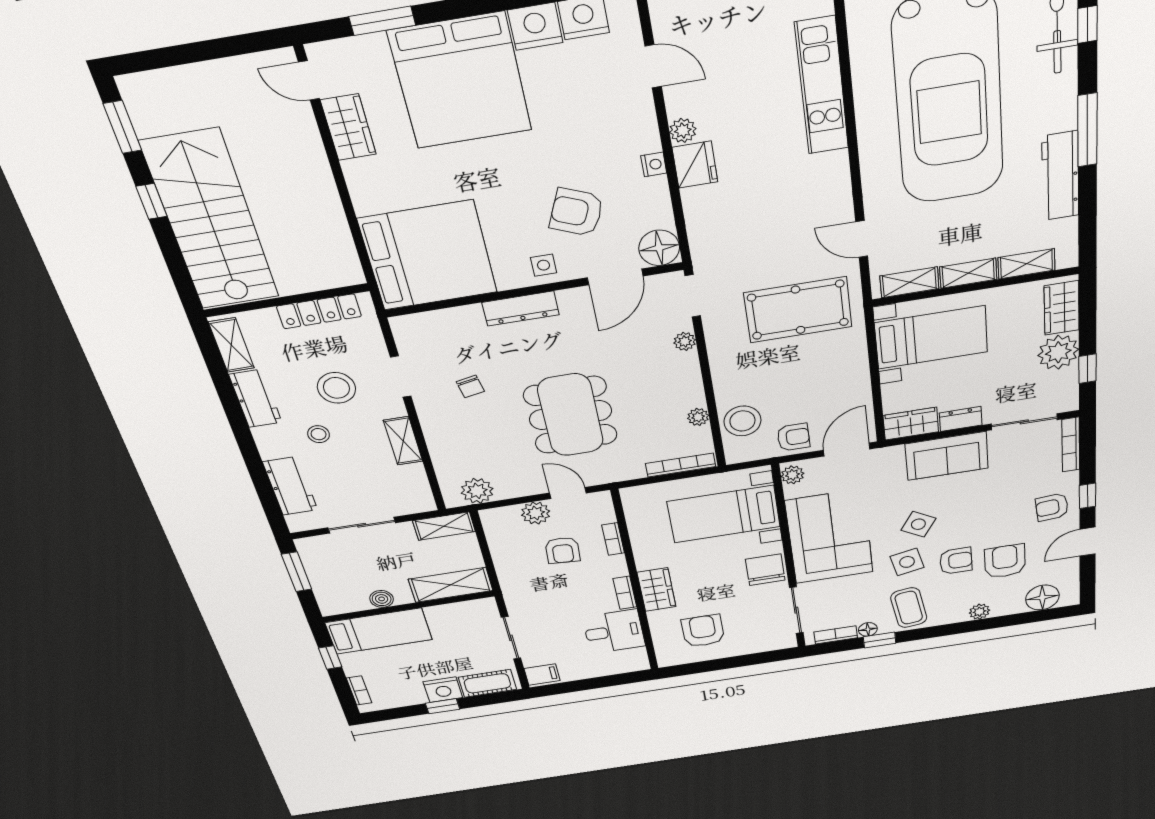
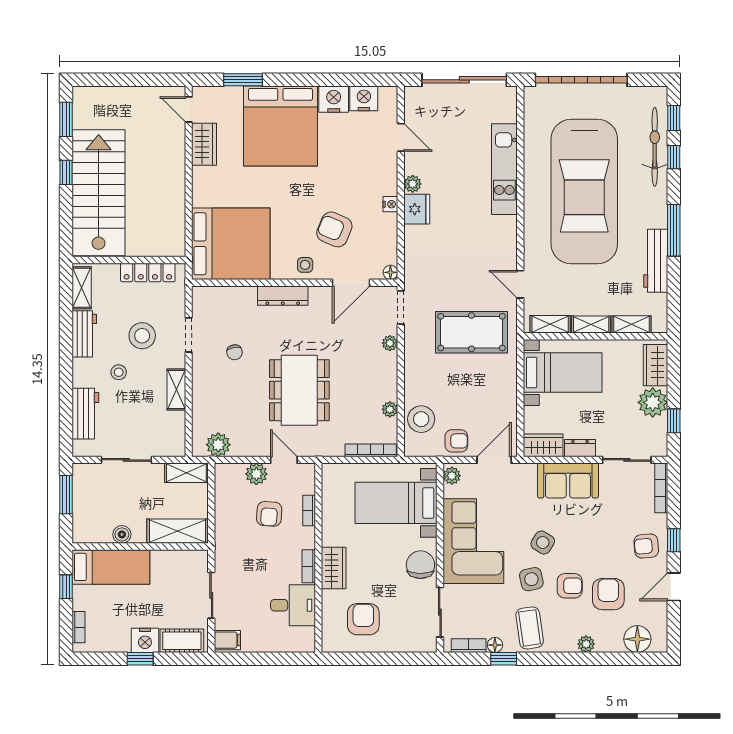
floor lamp: (659, 248) -> (390, 272), width x0.53, depth x0.53

